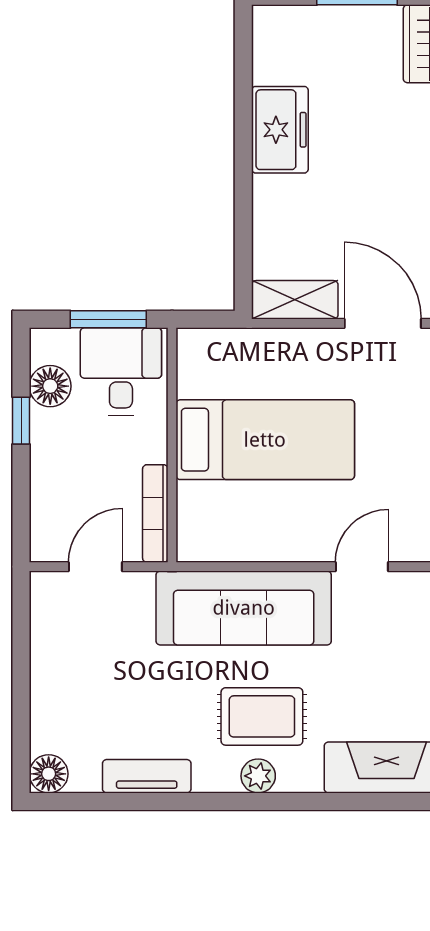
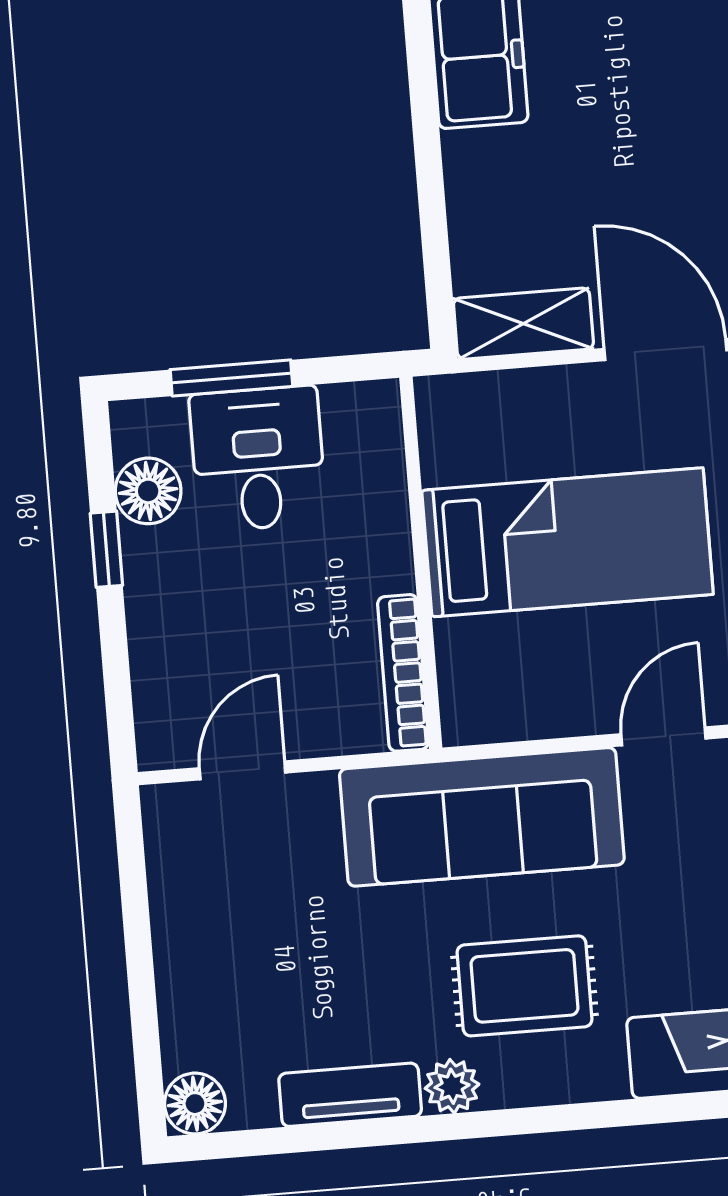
bed: (265, 440) -> (567, 542), moved
wall: (172, 445) -> (421, 563), moved
bookcase: (155, 513) -> (403, 673), moved
plant: (258, 776) -> (452, 1086), moved

